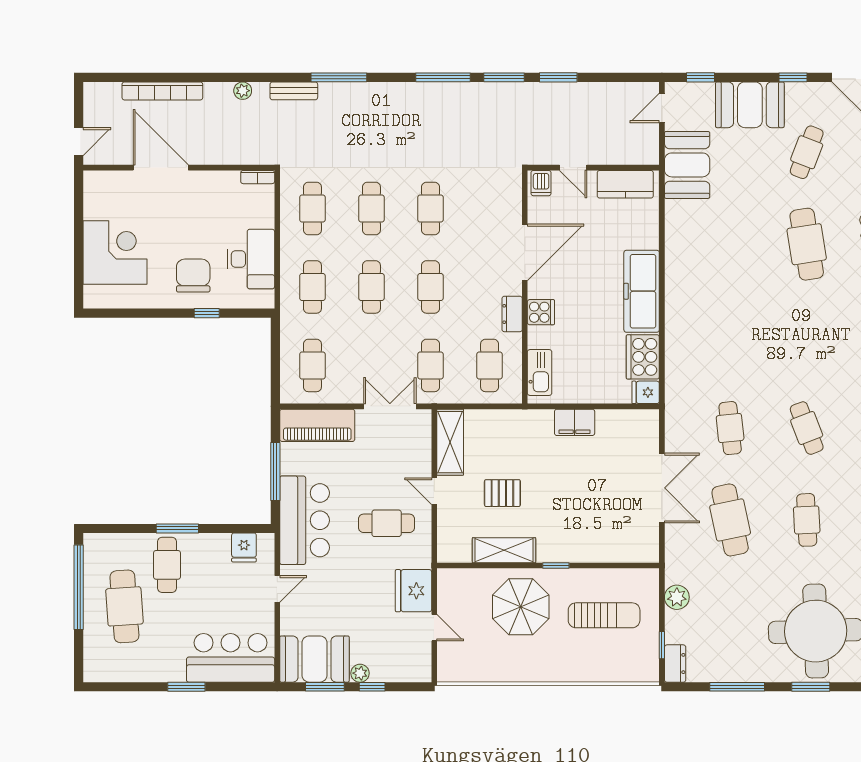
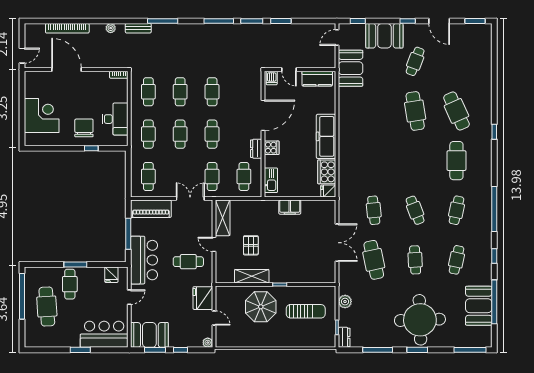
pallet: (502, 493) -> (251, 245), turned 90
plant: (360, 673) -> (208, 343), moved

